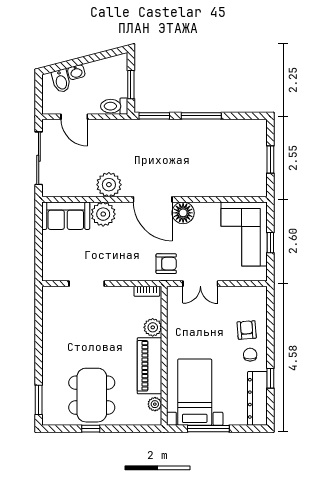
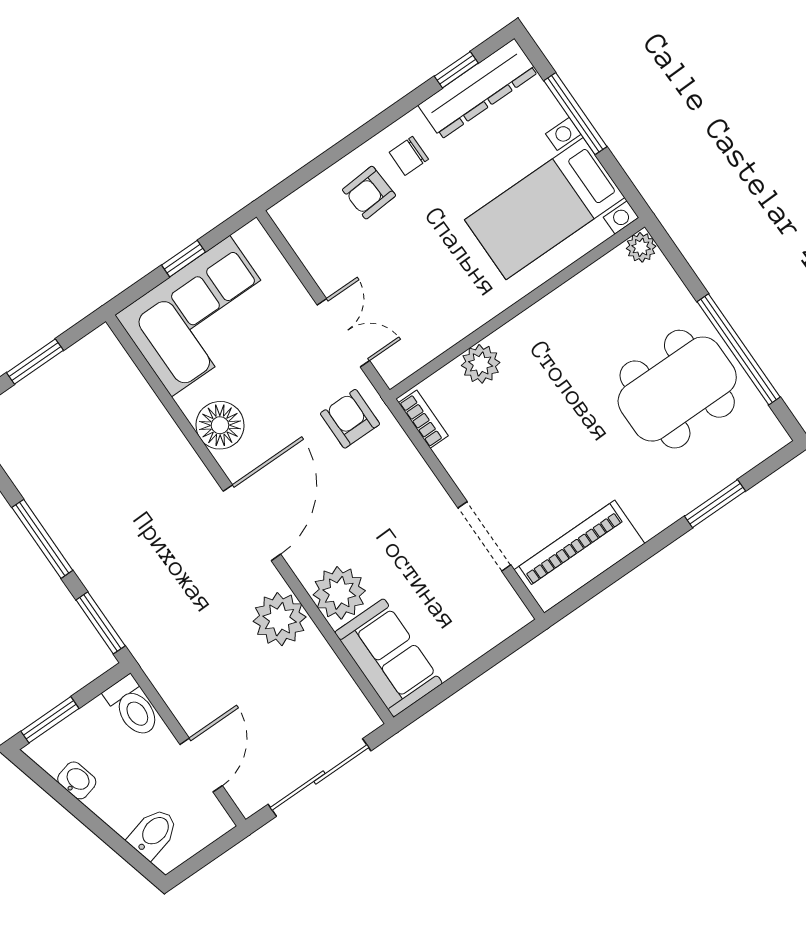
washbasin: (76, 72) -> (77, 780), moved
window: (131, 85) -> (50, 720), moved
floor lamp: (183, 213) -> (220, 425), moved
piano: (149, 366) -> (579, 557), moved, turned 180
window: (270, 378) -> (456, 70), moved
window: (39, 400) -> (715, 504), moved
plant: (155, 404) -> (641, 247), moved
window: (91, 429) -> (739, 349), width x3.17
window: (208, 429) -> (575, 114), moved

